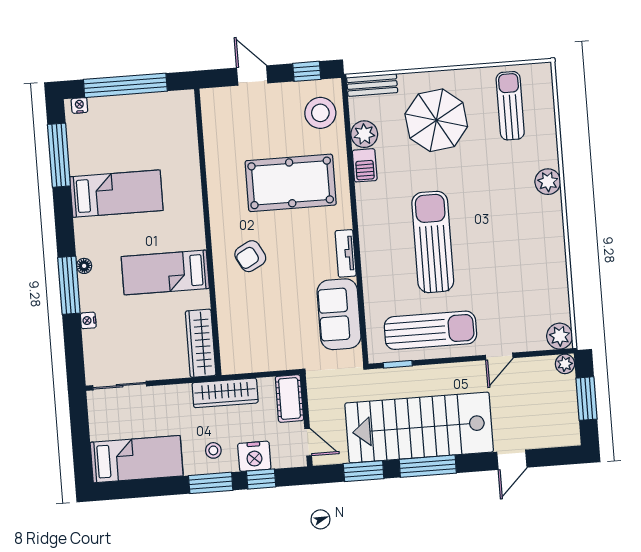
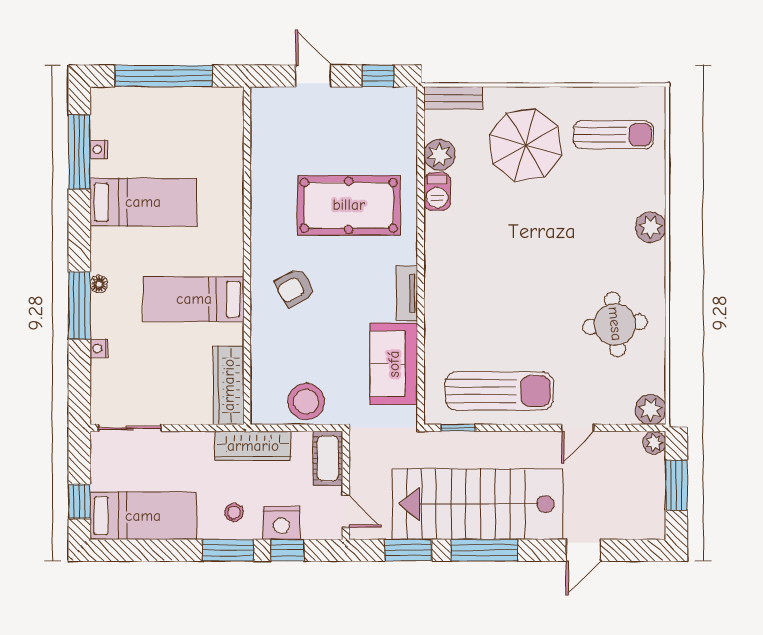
nightstand: (79, 105) -> (99, 149), moved, turned -90
sun lounger: (510, 106) -> (613, 135), turned 90
stool: (320, 113) -> (306, 402), moved
sun lounger: (433, 242) -> (510, 288), removed
round table: (524, 266) -> (615, 324), added
window: (82, 451) -> (79, 501), added

